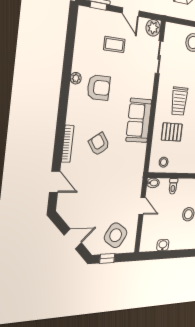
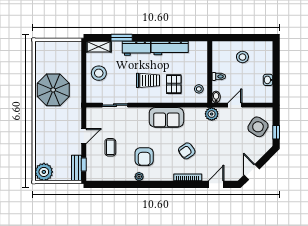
plant: (153, 28) -> (212, 114), moved
armchair: (99, 88) -> (144, 157), turned 180
door: (73, 239) -> (252, 172), moved

